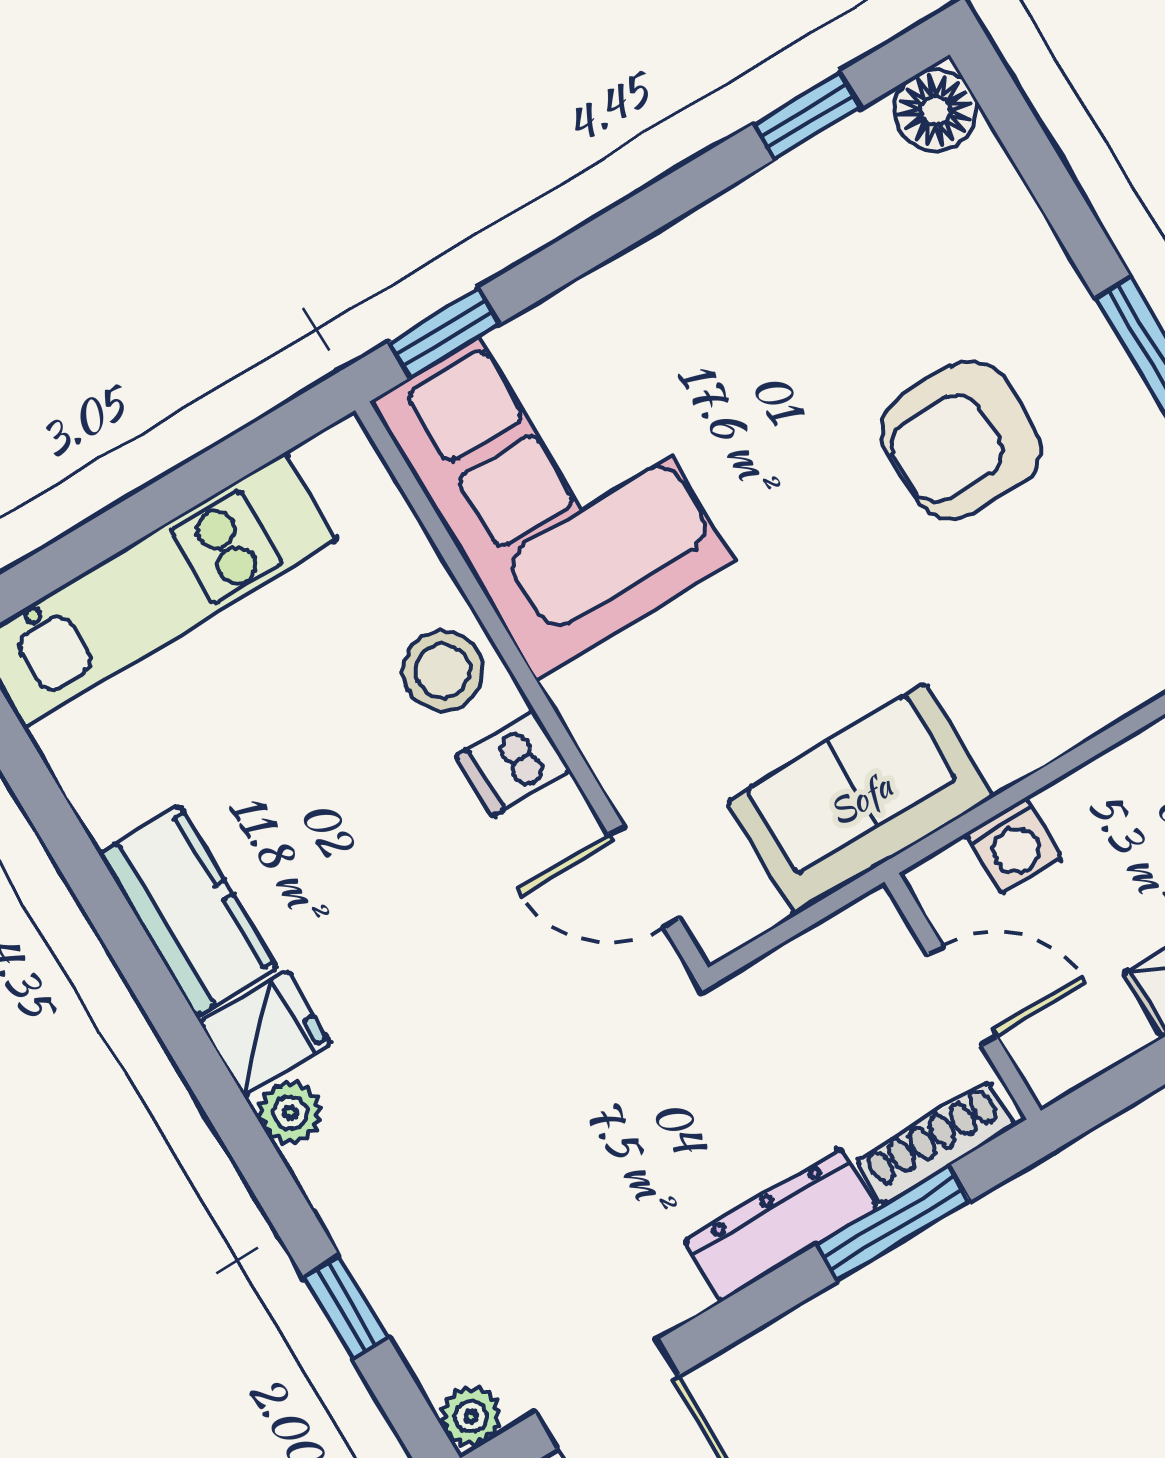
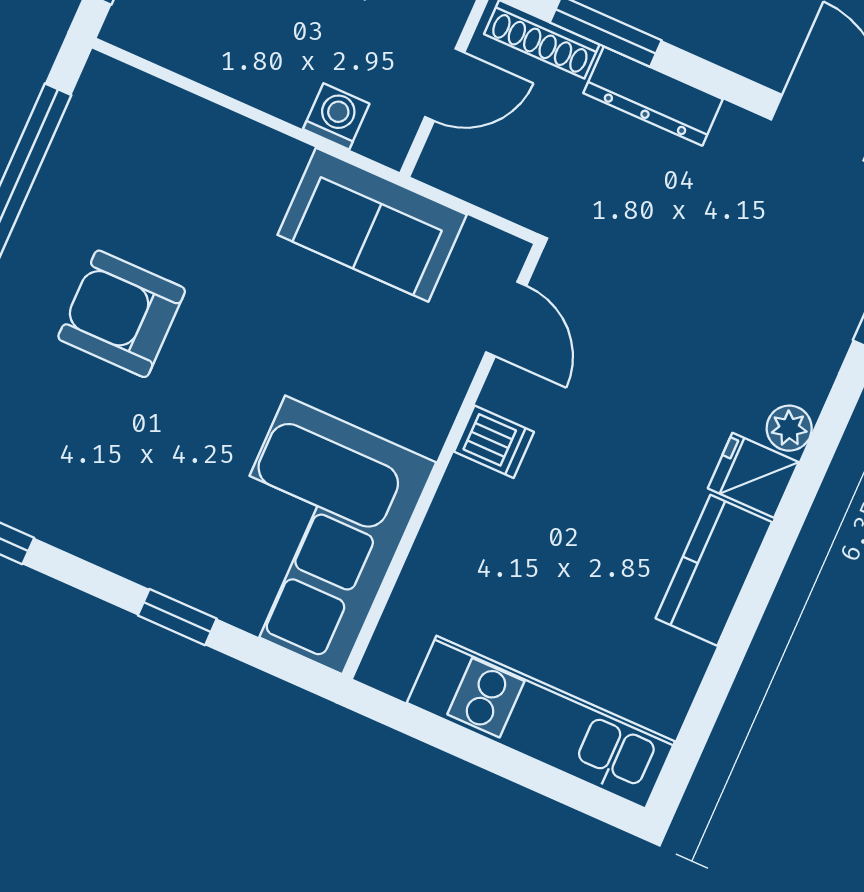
window: (444, 333) -> (177, 617), moved
armchair: (961, 440) -> (122, 314), turned 180
stool: (443, 671) -> (469, 521), removed
door: (962, 995) -> (445, 85), swing flipped

